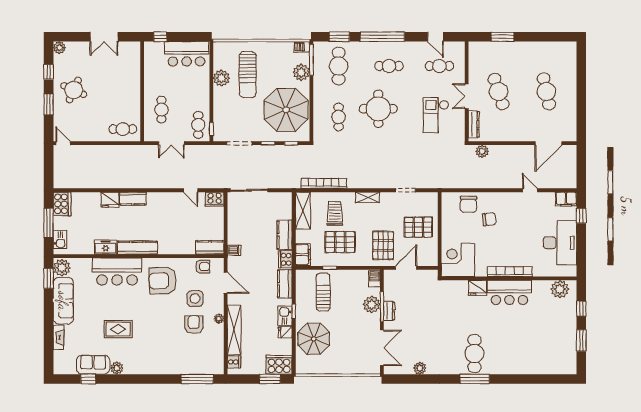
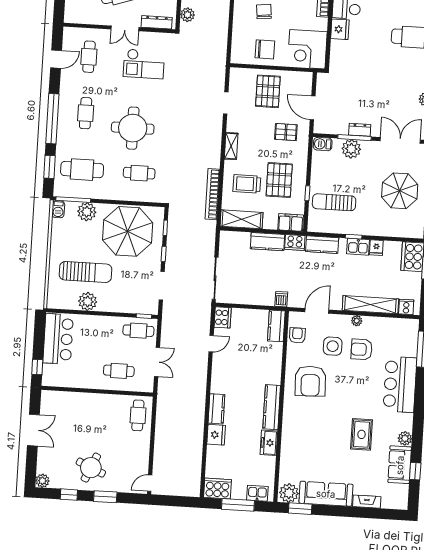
chair: (468, 204) -> (265, 49), moved
pallet: (383, 245) -> (286, 132), width x0.67, depth x0.71
bar counter: (117, 272) -> (400, 384), moved, turned 180
parasol: (314, 339) -> (400, 191), moved

